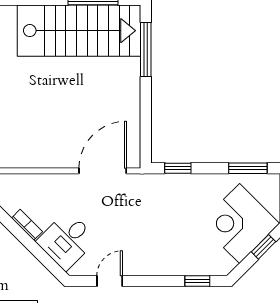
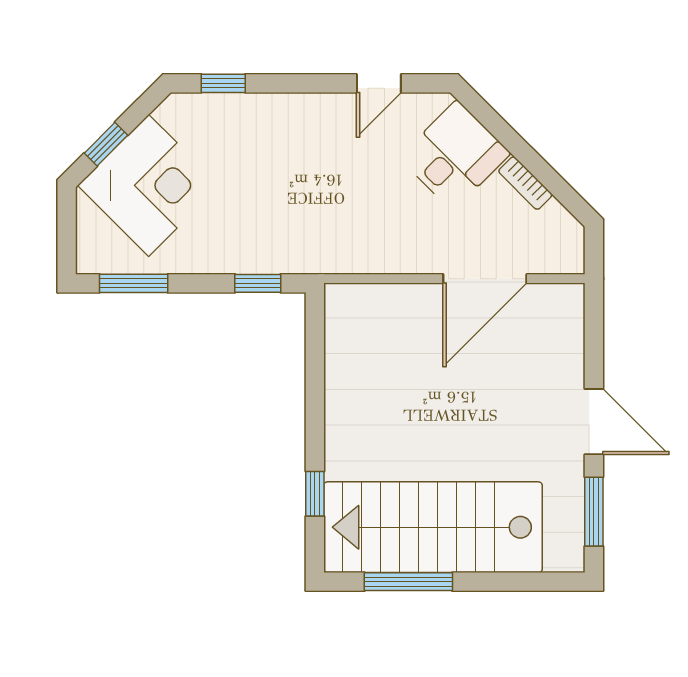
window: (146, 49) -> (315, 494), width x0.46
door: (103, 171) -> (485, 279), moved

